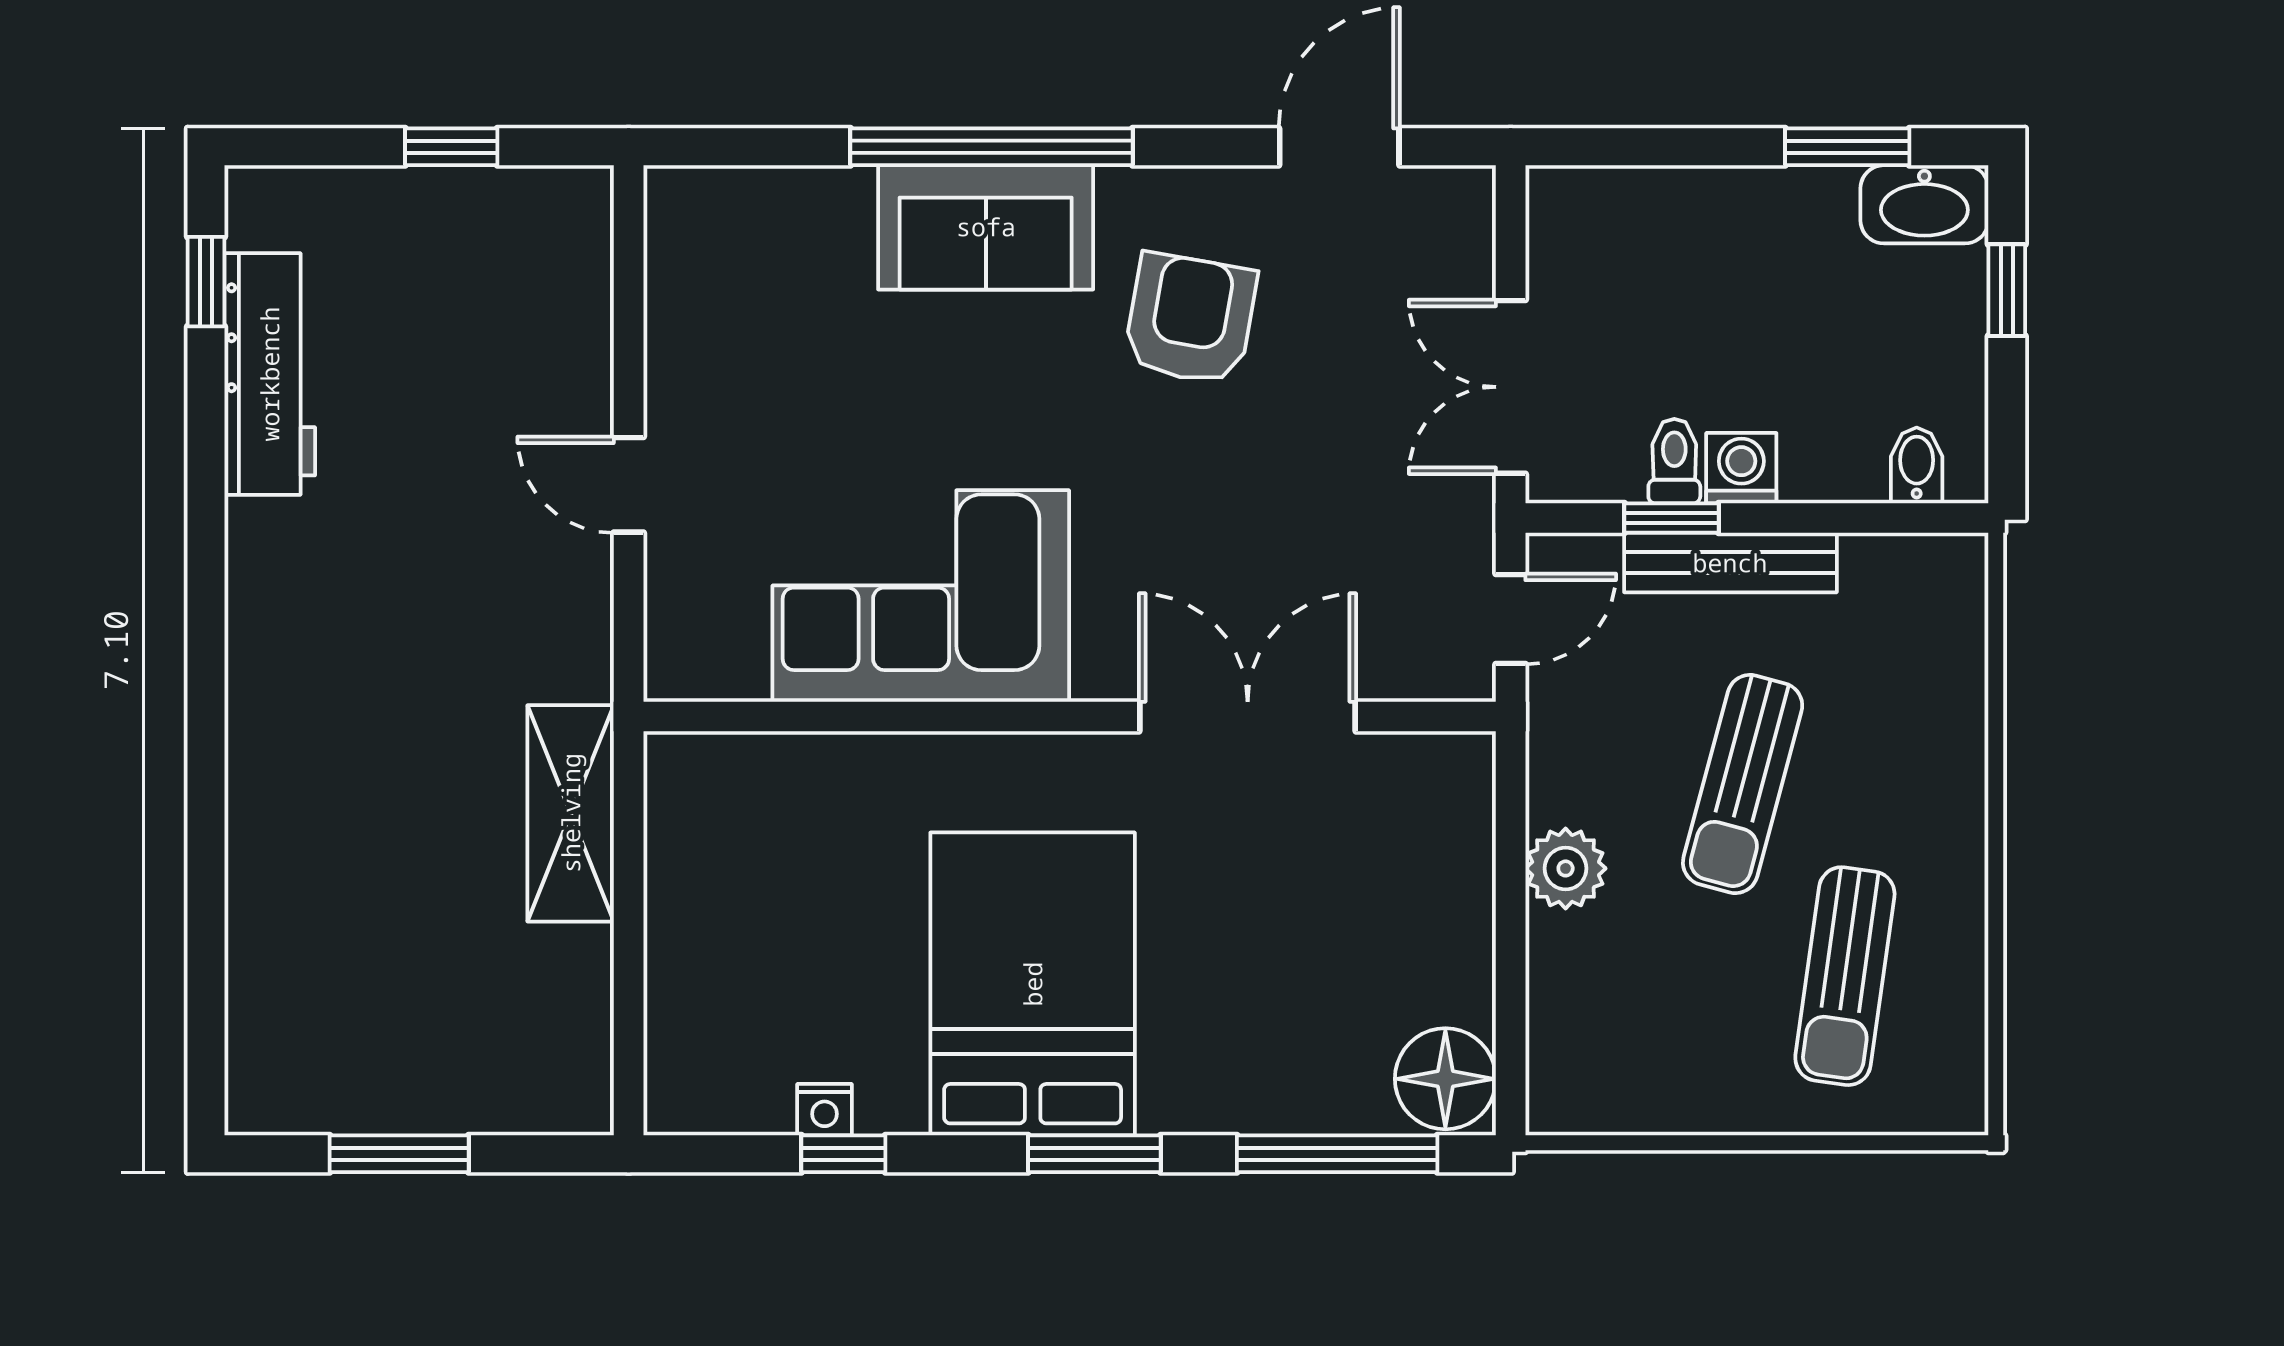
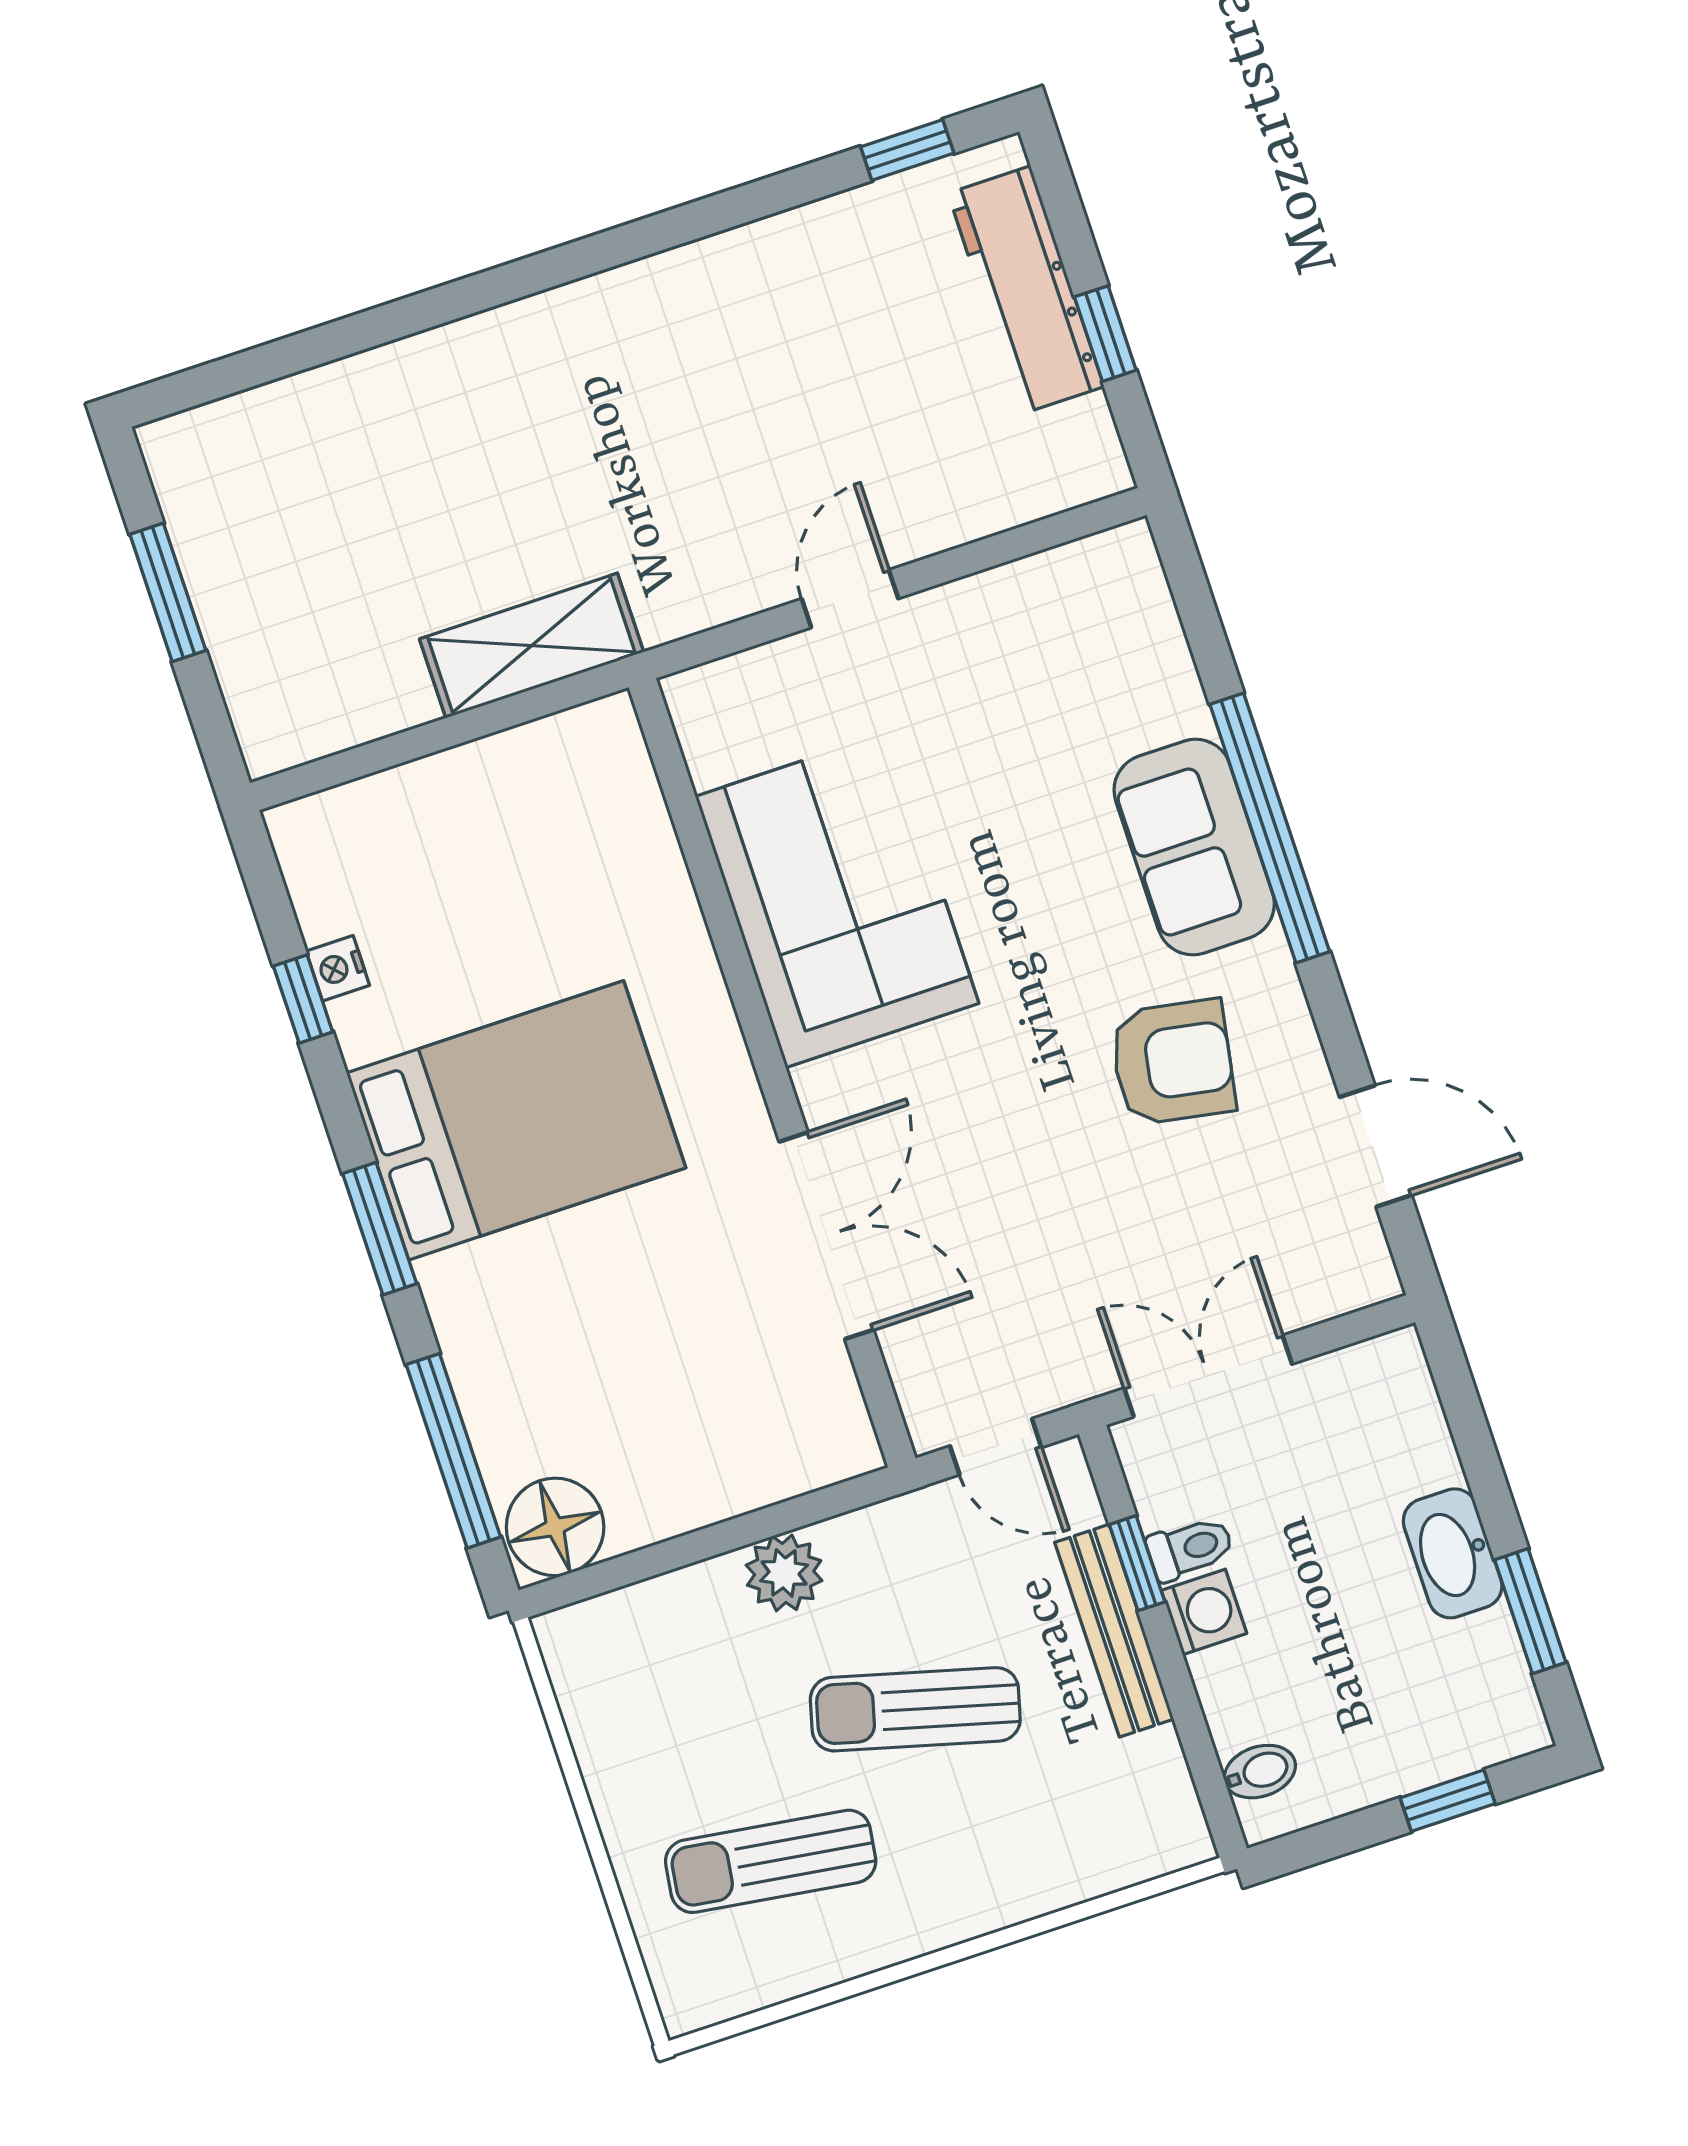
washbasin: (1924, 204) -> (1453, 1553), moved
workbench: (270, 374) -> (1026, 290), moved, turned 90

